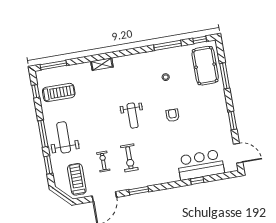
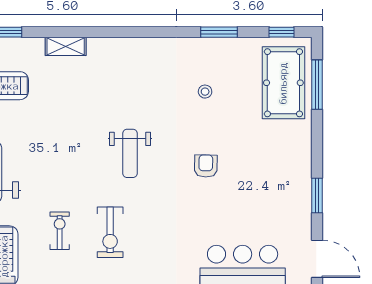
window: (168, 45) -> (219, 32), width x0.69
shelving: (102, 64) -> (66, 46), moved
window: (225, 76) -> (317, 85), moved

